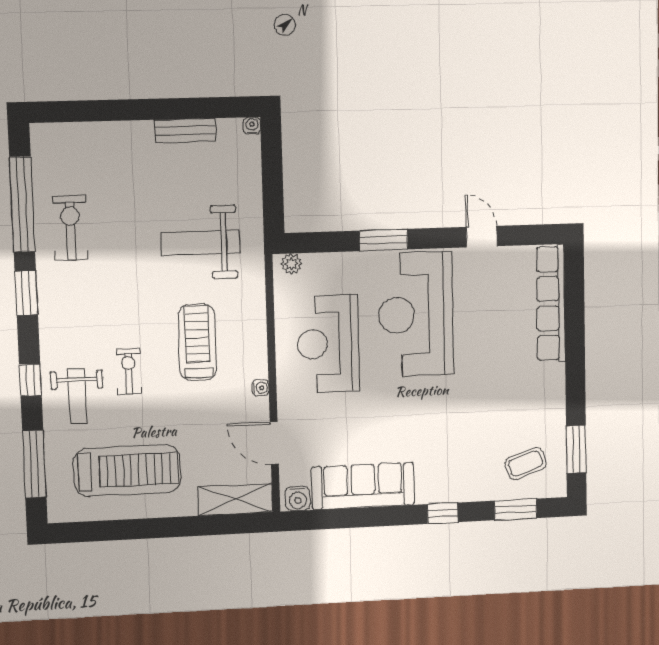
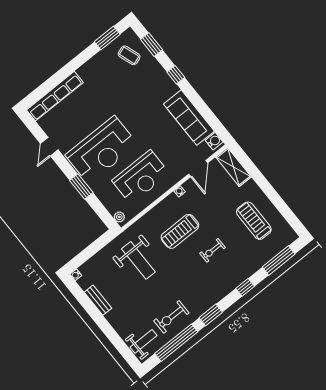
weight bench: (77, 396) -> (144, 341), moved
treadmill: (127, 470) -> (254, 221), width x0.73, depth x0.73

